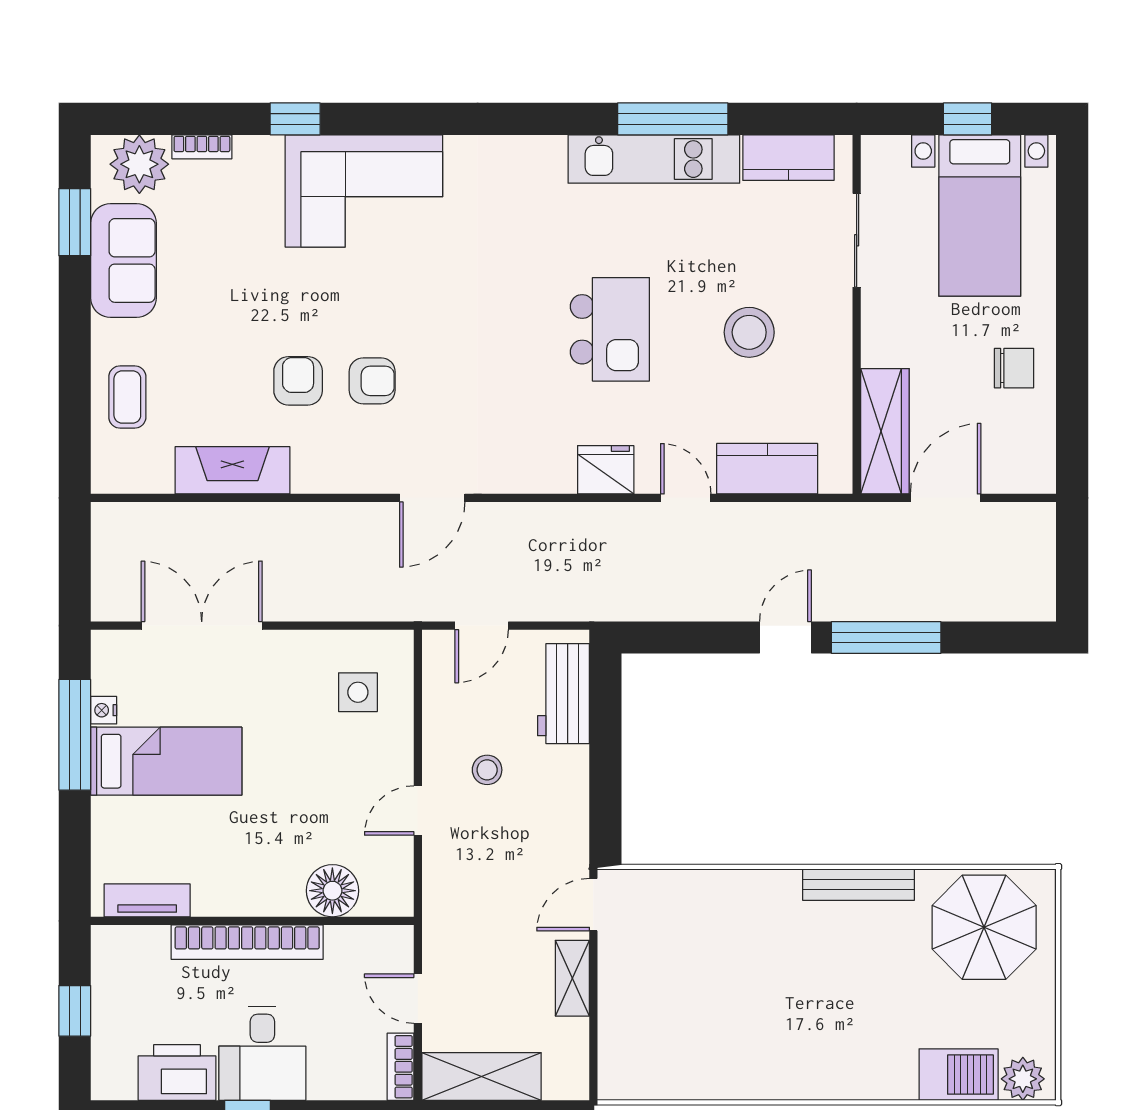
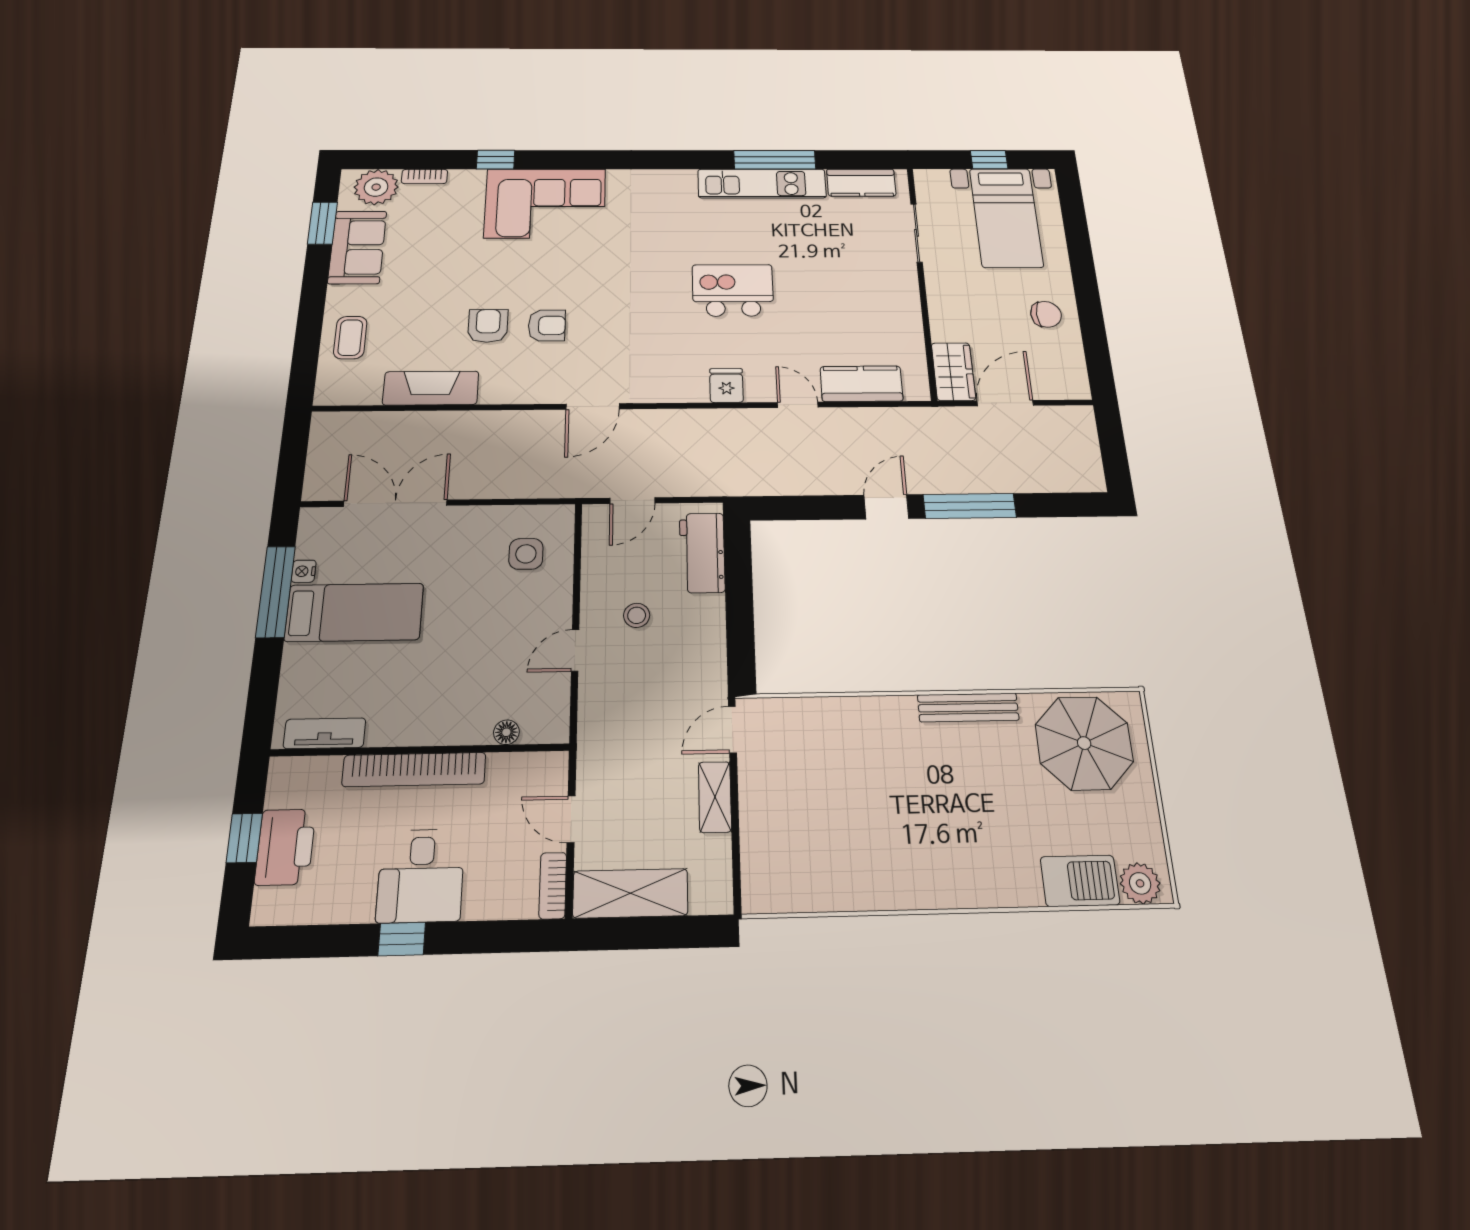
kitchen island: (610, 329) -> (733, 290), turned -90
stool: (749, 332) -> (840, 292), removed
wardrobe: (885, 431) -> (953, 372), width x0.67
fridge: (606, 470) -> (726, 385), width x0.72
floor lamp: (332, 891) -> (506, 732), width x0.53, depth x0.53
printer: (177, 1072) -> (285, 847), moved, turned 90

